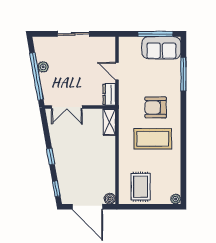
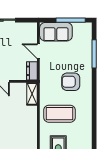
sofa: (161, 48) -> (56, 32), moved
coffee table: (153, 139) -> (60, 114), moved

